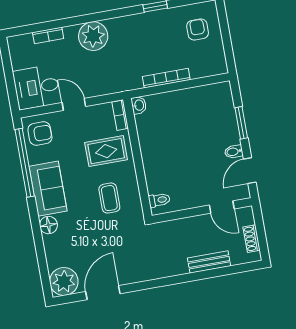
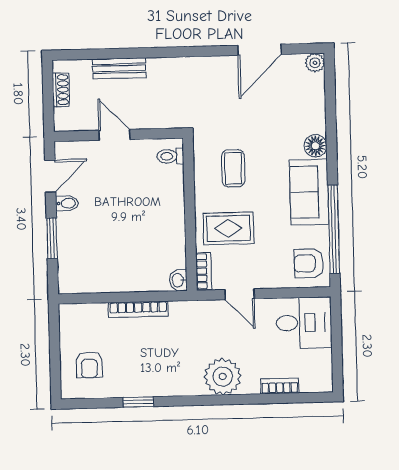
door: (74, 104) -> (239, 294), moved
door: (222, 207) -> (114, 135), moved
plant: (64, 281) -> (315, 63), width x0.53, depth x0.53

